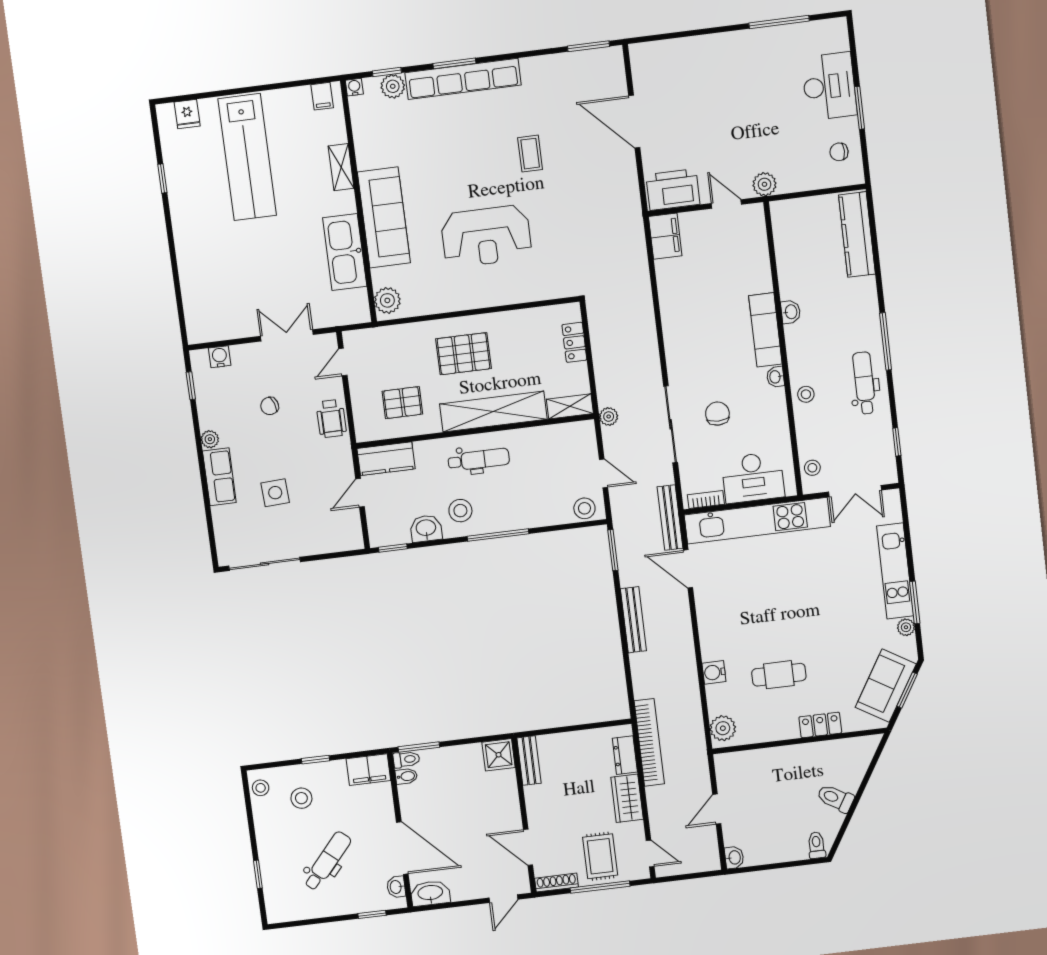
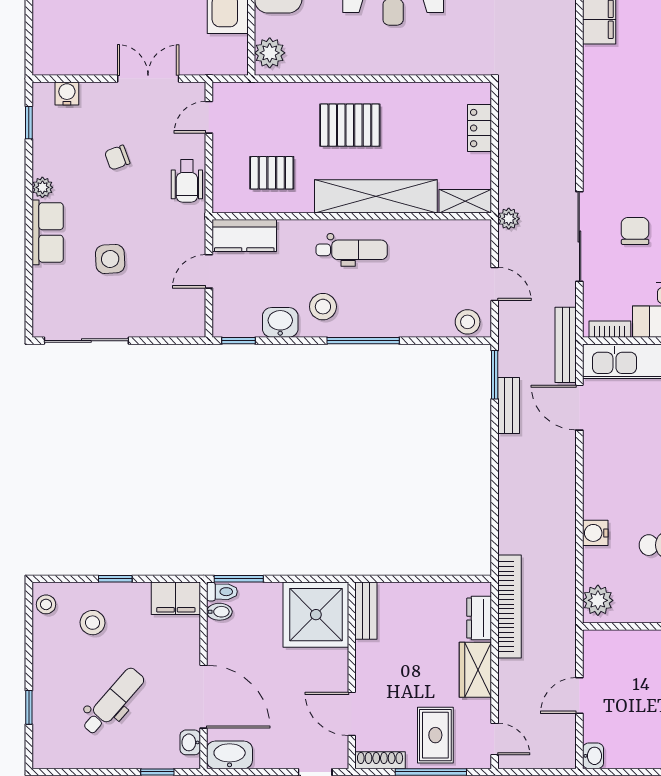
bench: (633, 620) -> (509, 406), moved, width x0.73
shower: (499, 755) -> (316, 615), width x1.86, depth x1.86

